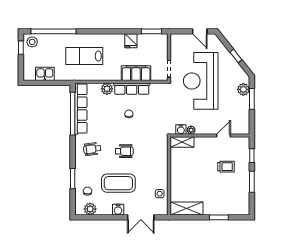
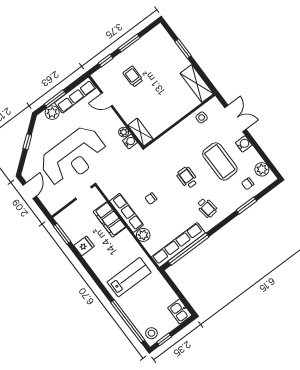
lab bench: (84, 56) -> (129, 277), turned -90
kitchen sink: (45, 74) -> (180, 311), moved
row of seats: (243, 115) -> (75, 95), added

